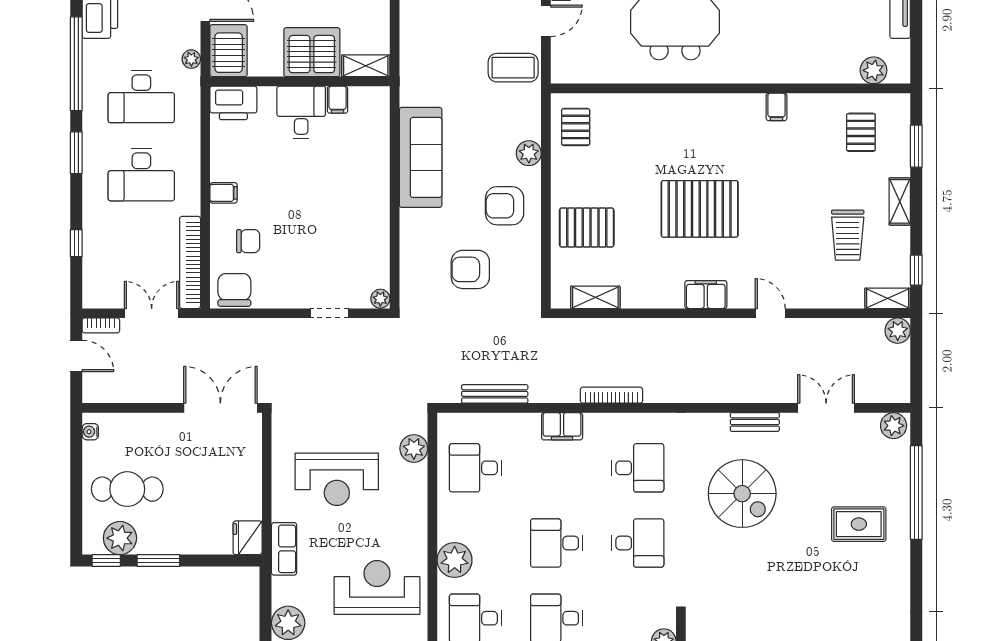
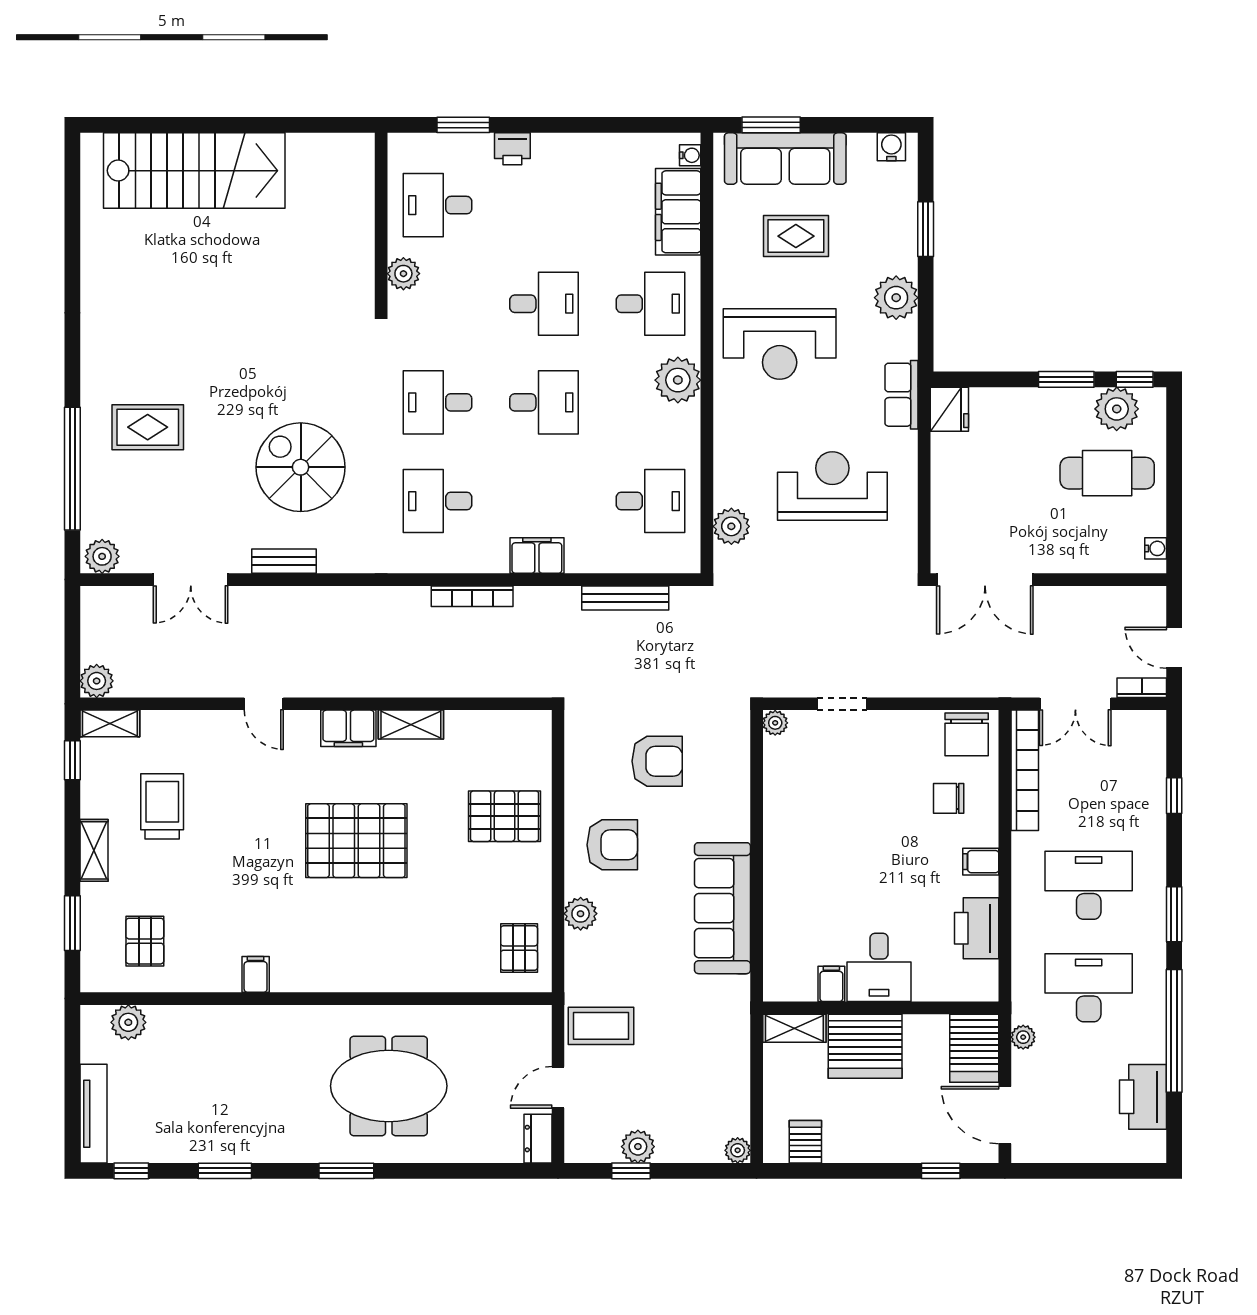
printer: (233, 103) -> (977, 928), moved, turned -90
shelving: (595, 297) -> (411, 725), moved

